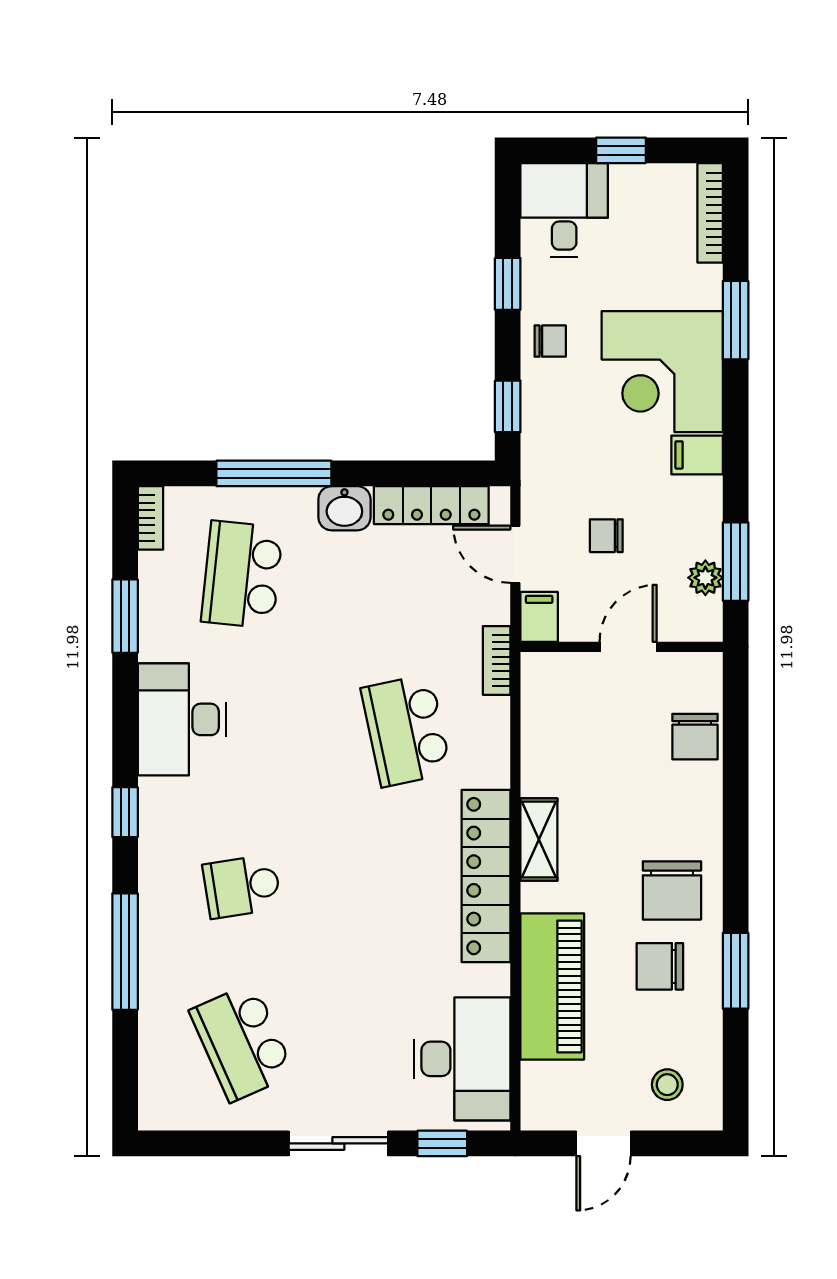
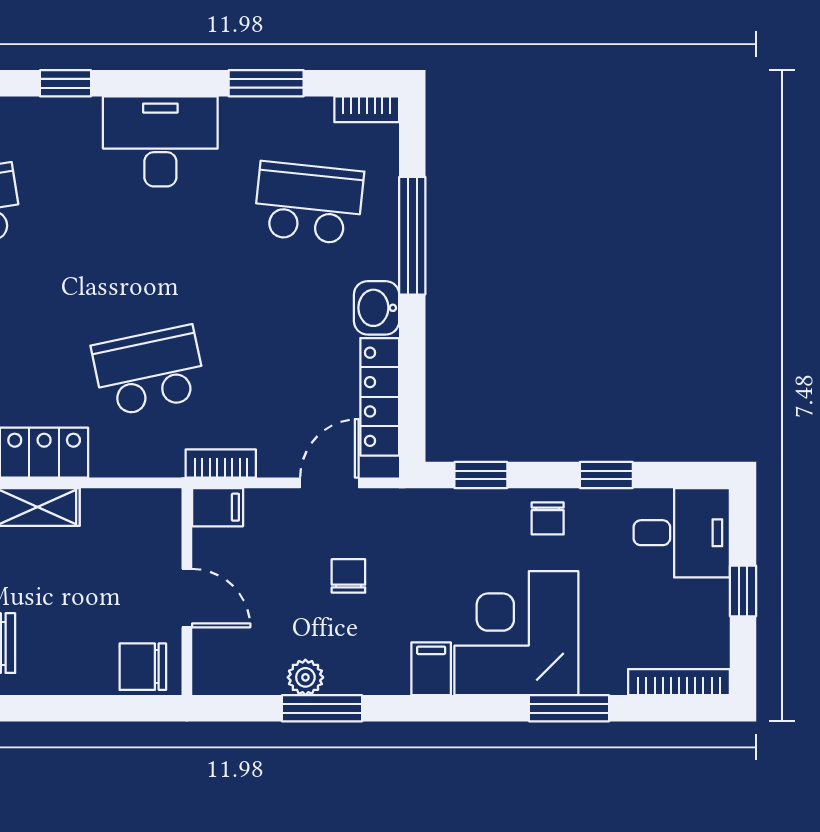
filing cabinet: (539, 617) -> (218, 507), moved
wall: (622, 647) -> (187, 592), moved
door: (628, 647) -> (187, 598), moved

